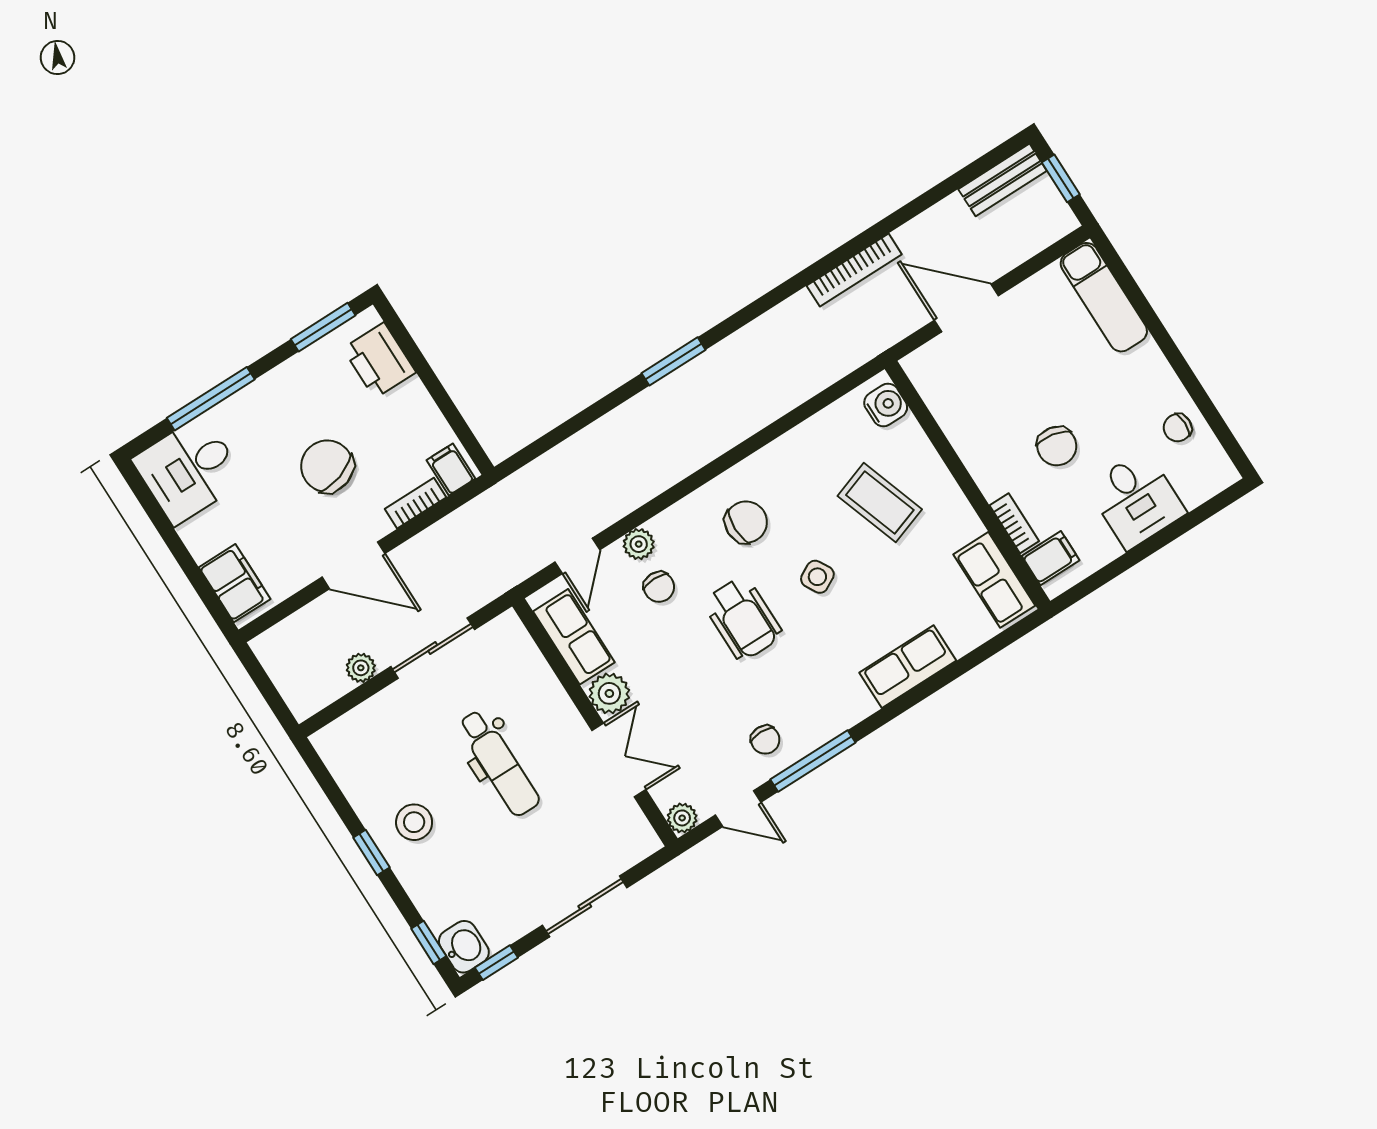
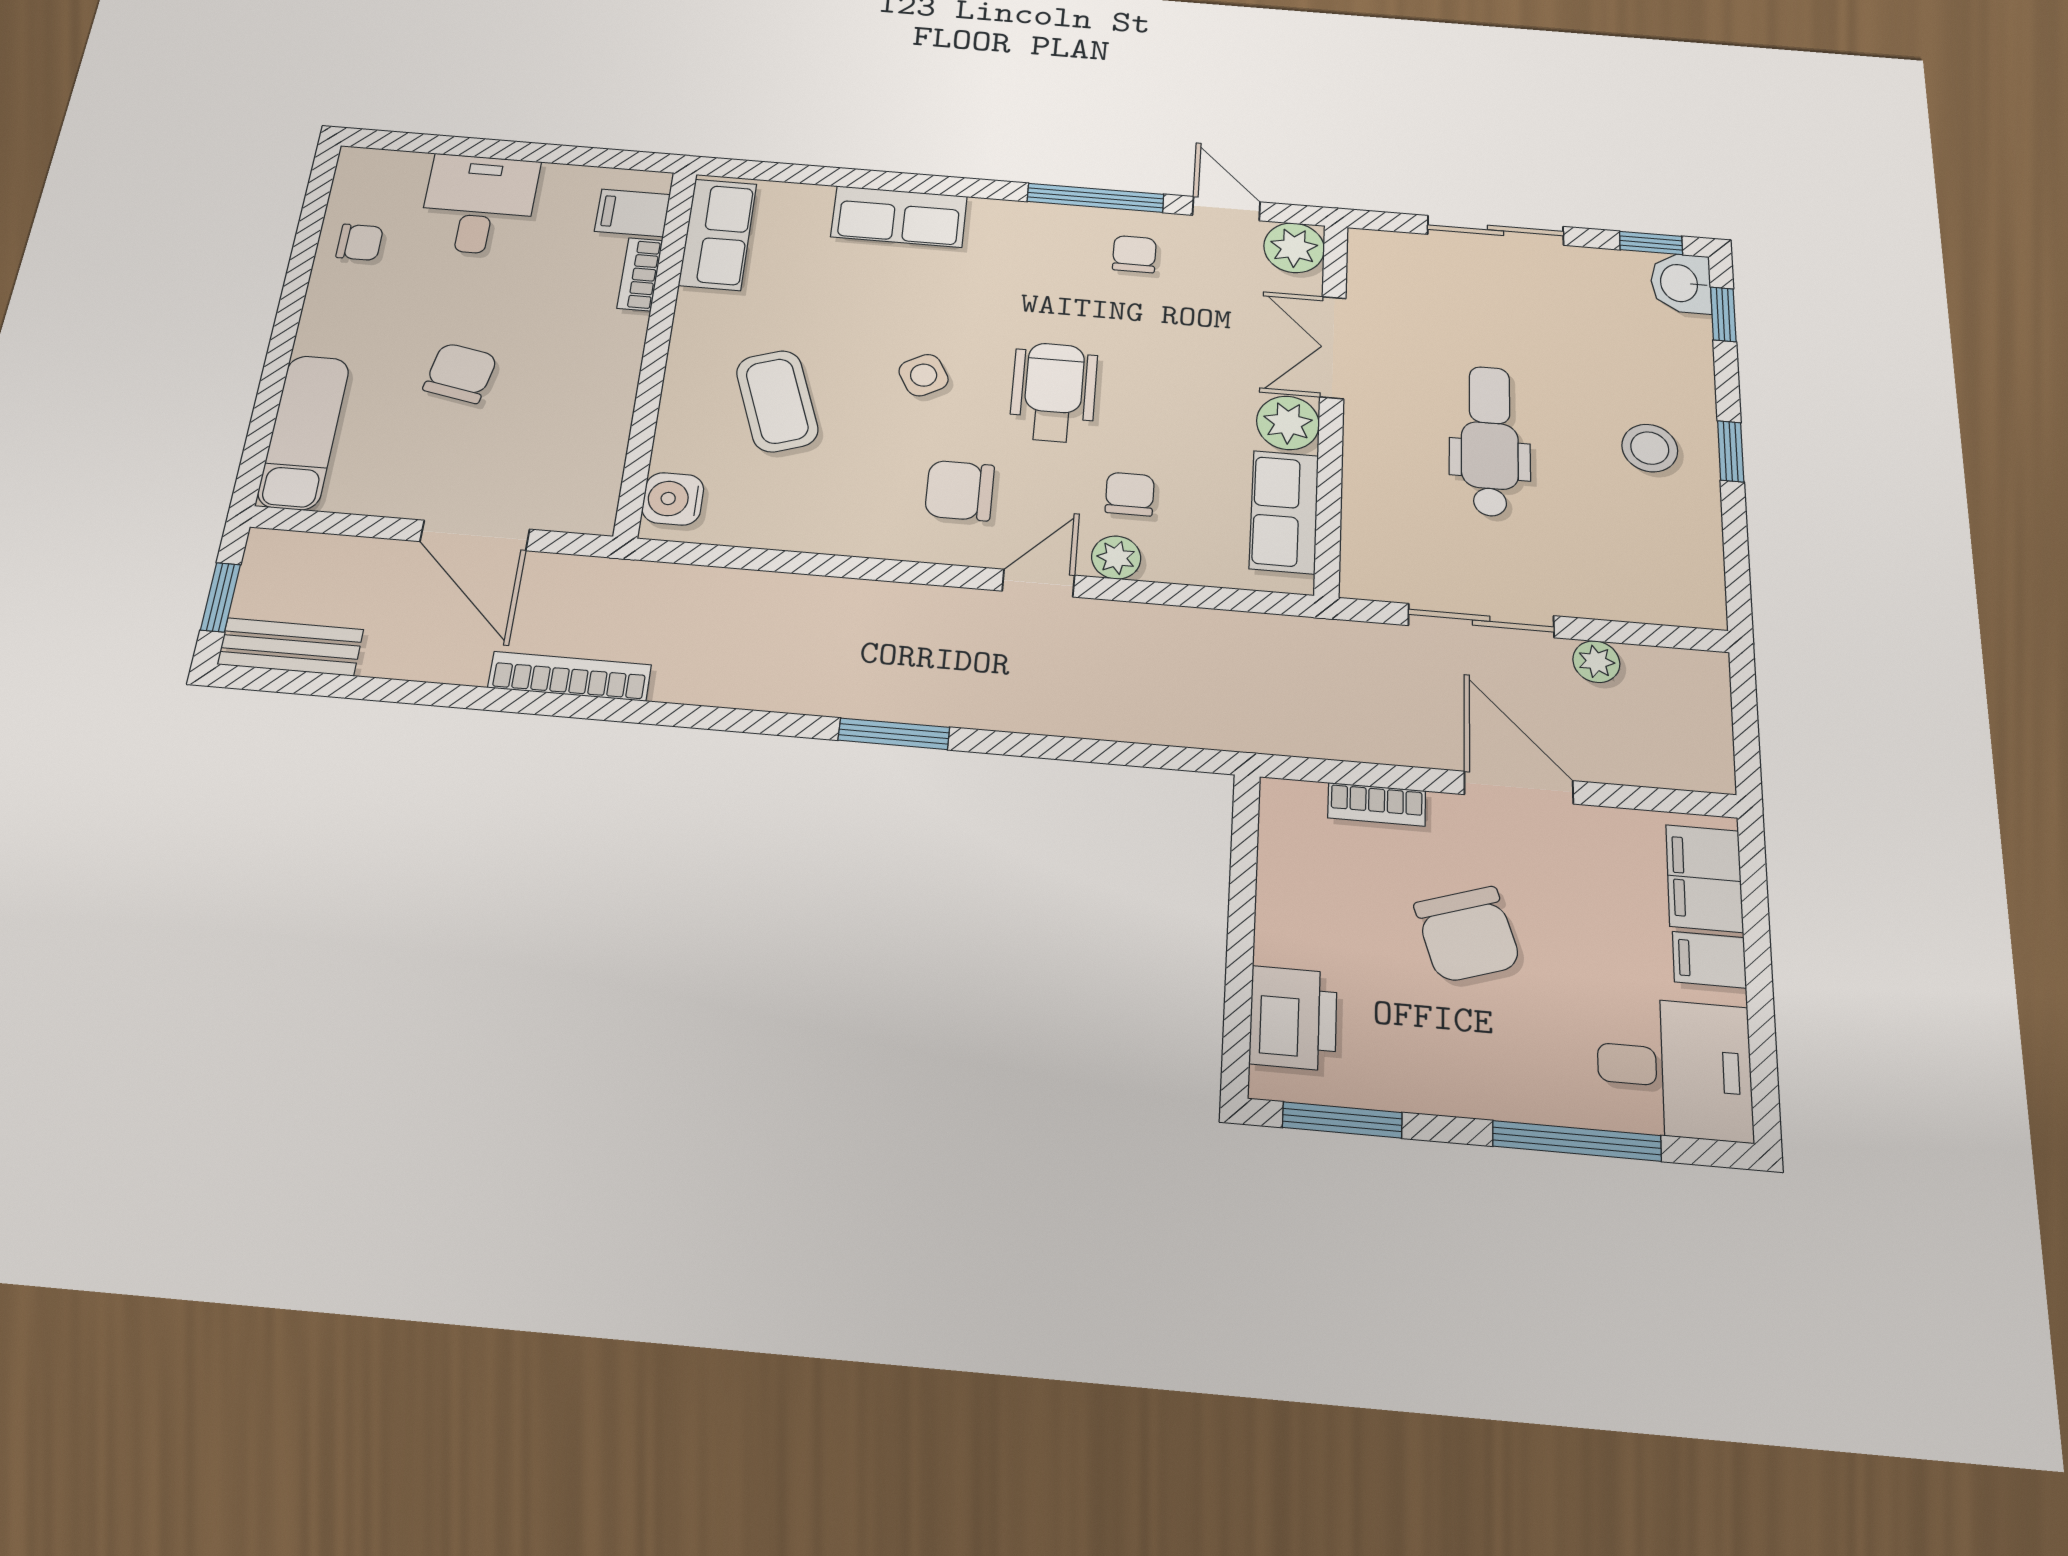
chair: (1057, 446) -> (460, 373), moved
filing cabinet: (451, 469) -> (1709, 960), moved, turned 90
door: (577, 556) -> (1038, 583), moved
plant: (682, 818) -> (1294, 248), width x1.38, depth x1.38

